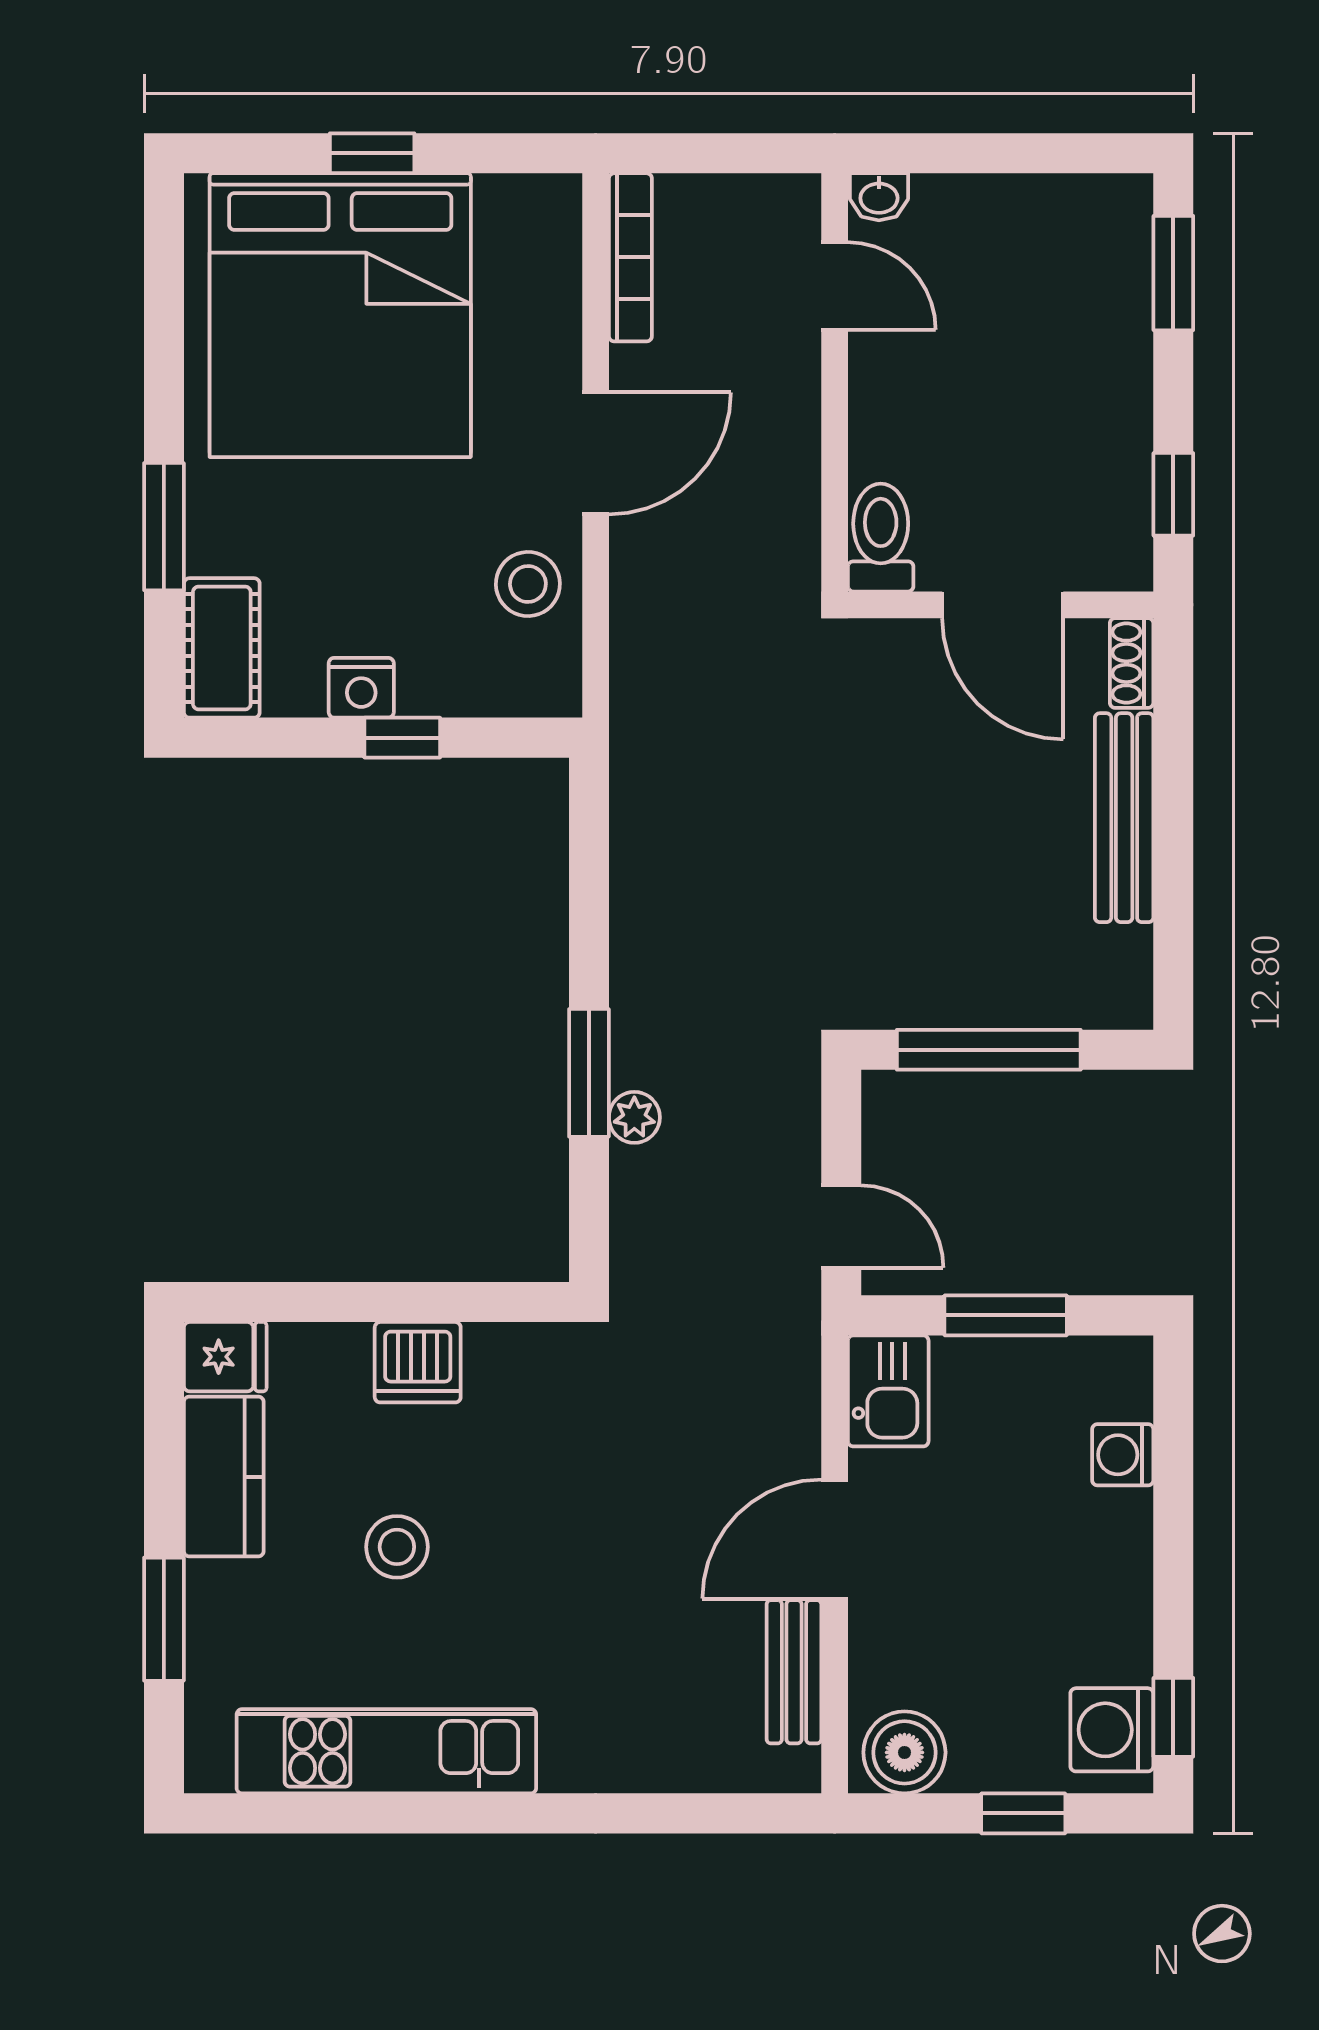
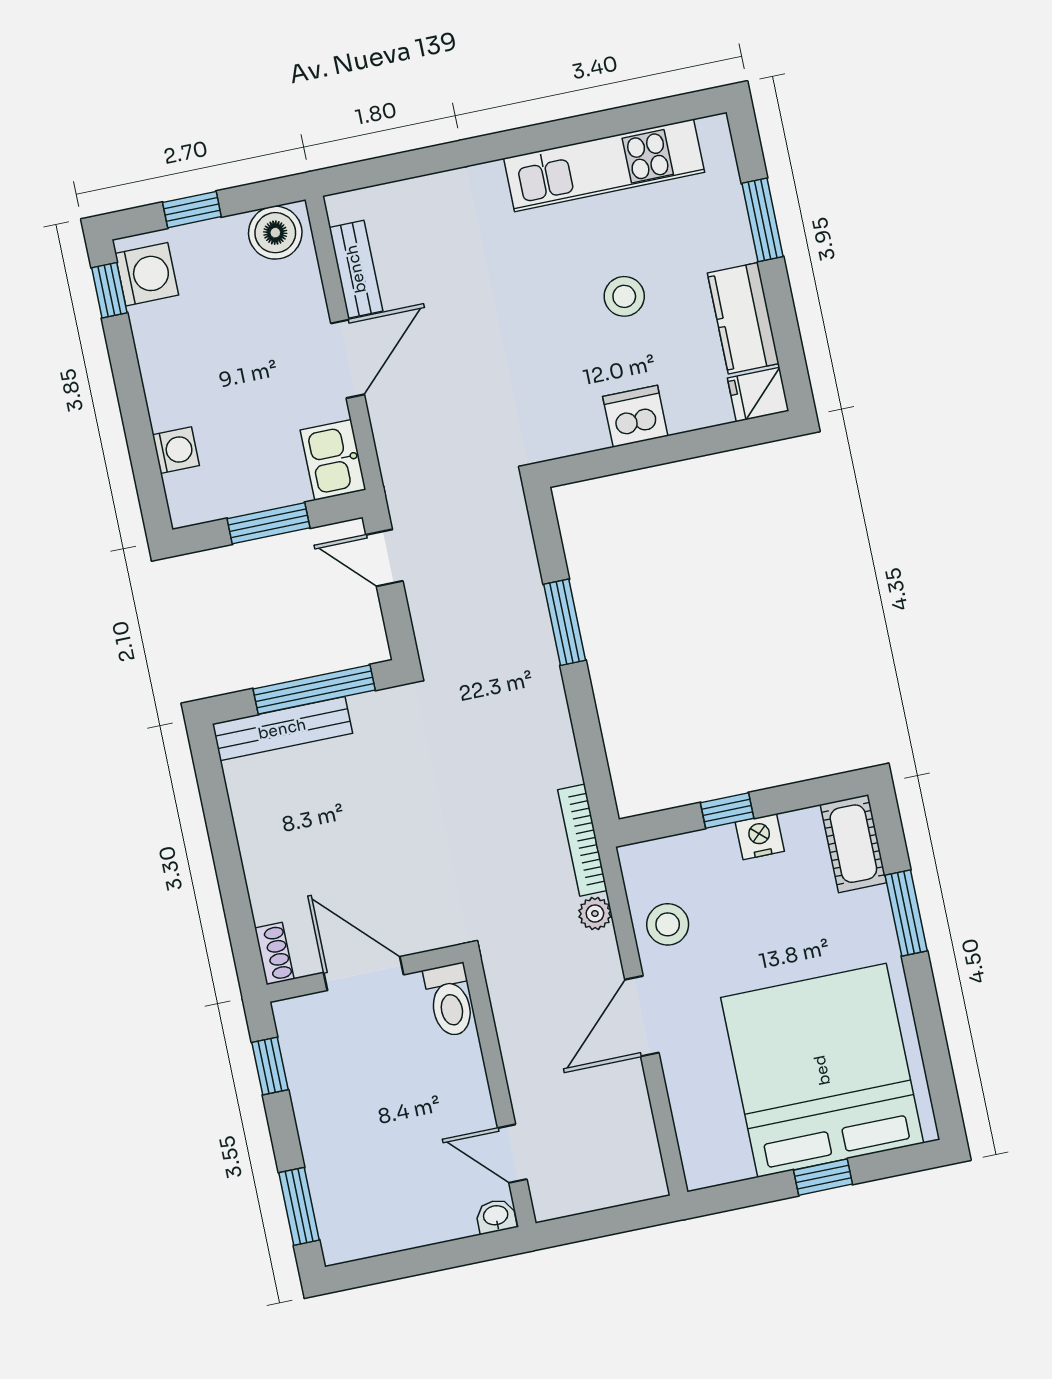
bookcase: (630, 257) -> (582, 840), moved
bench: (1124, 818) -> (282, 729), moved, turned 90
plant: (634, 1117) -> (595, 914), moved

